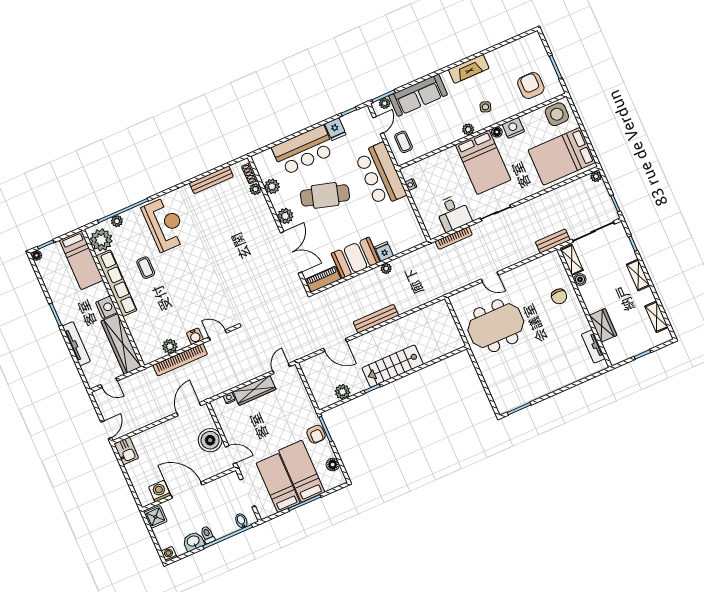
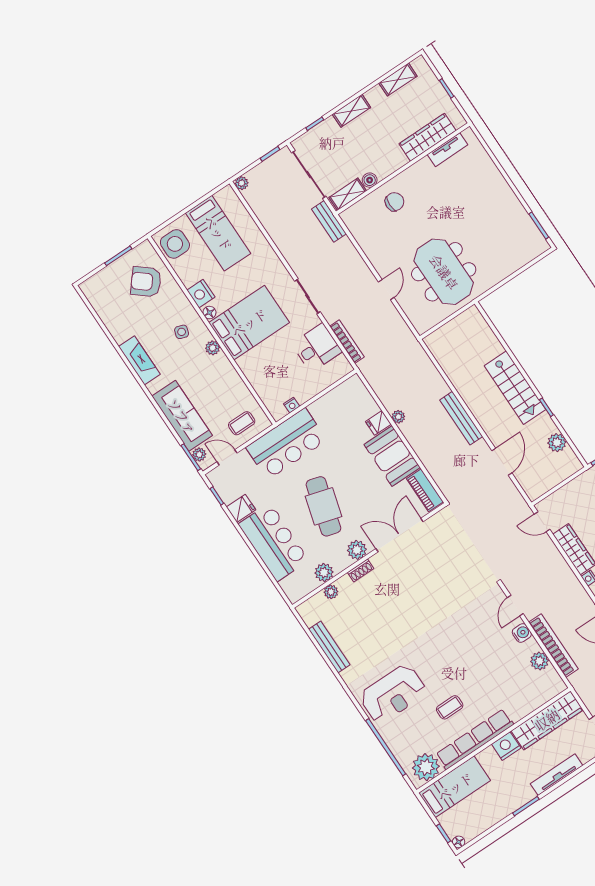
armchair: (531, 86) -> (146, 282), turned 40
bed: (562, 156) -> (218, 233), width x0.67
shoe rack: (250, 173) -> (361, 570), moved
plant: (117, 221) -> (400, 752), removed
reception desk: (165, 224) -> (393, 694), turned 180
wardrobe: (603, 325) -> (428, 137), width x1.50

